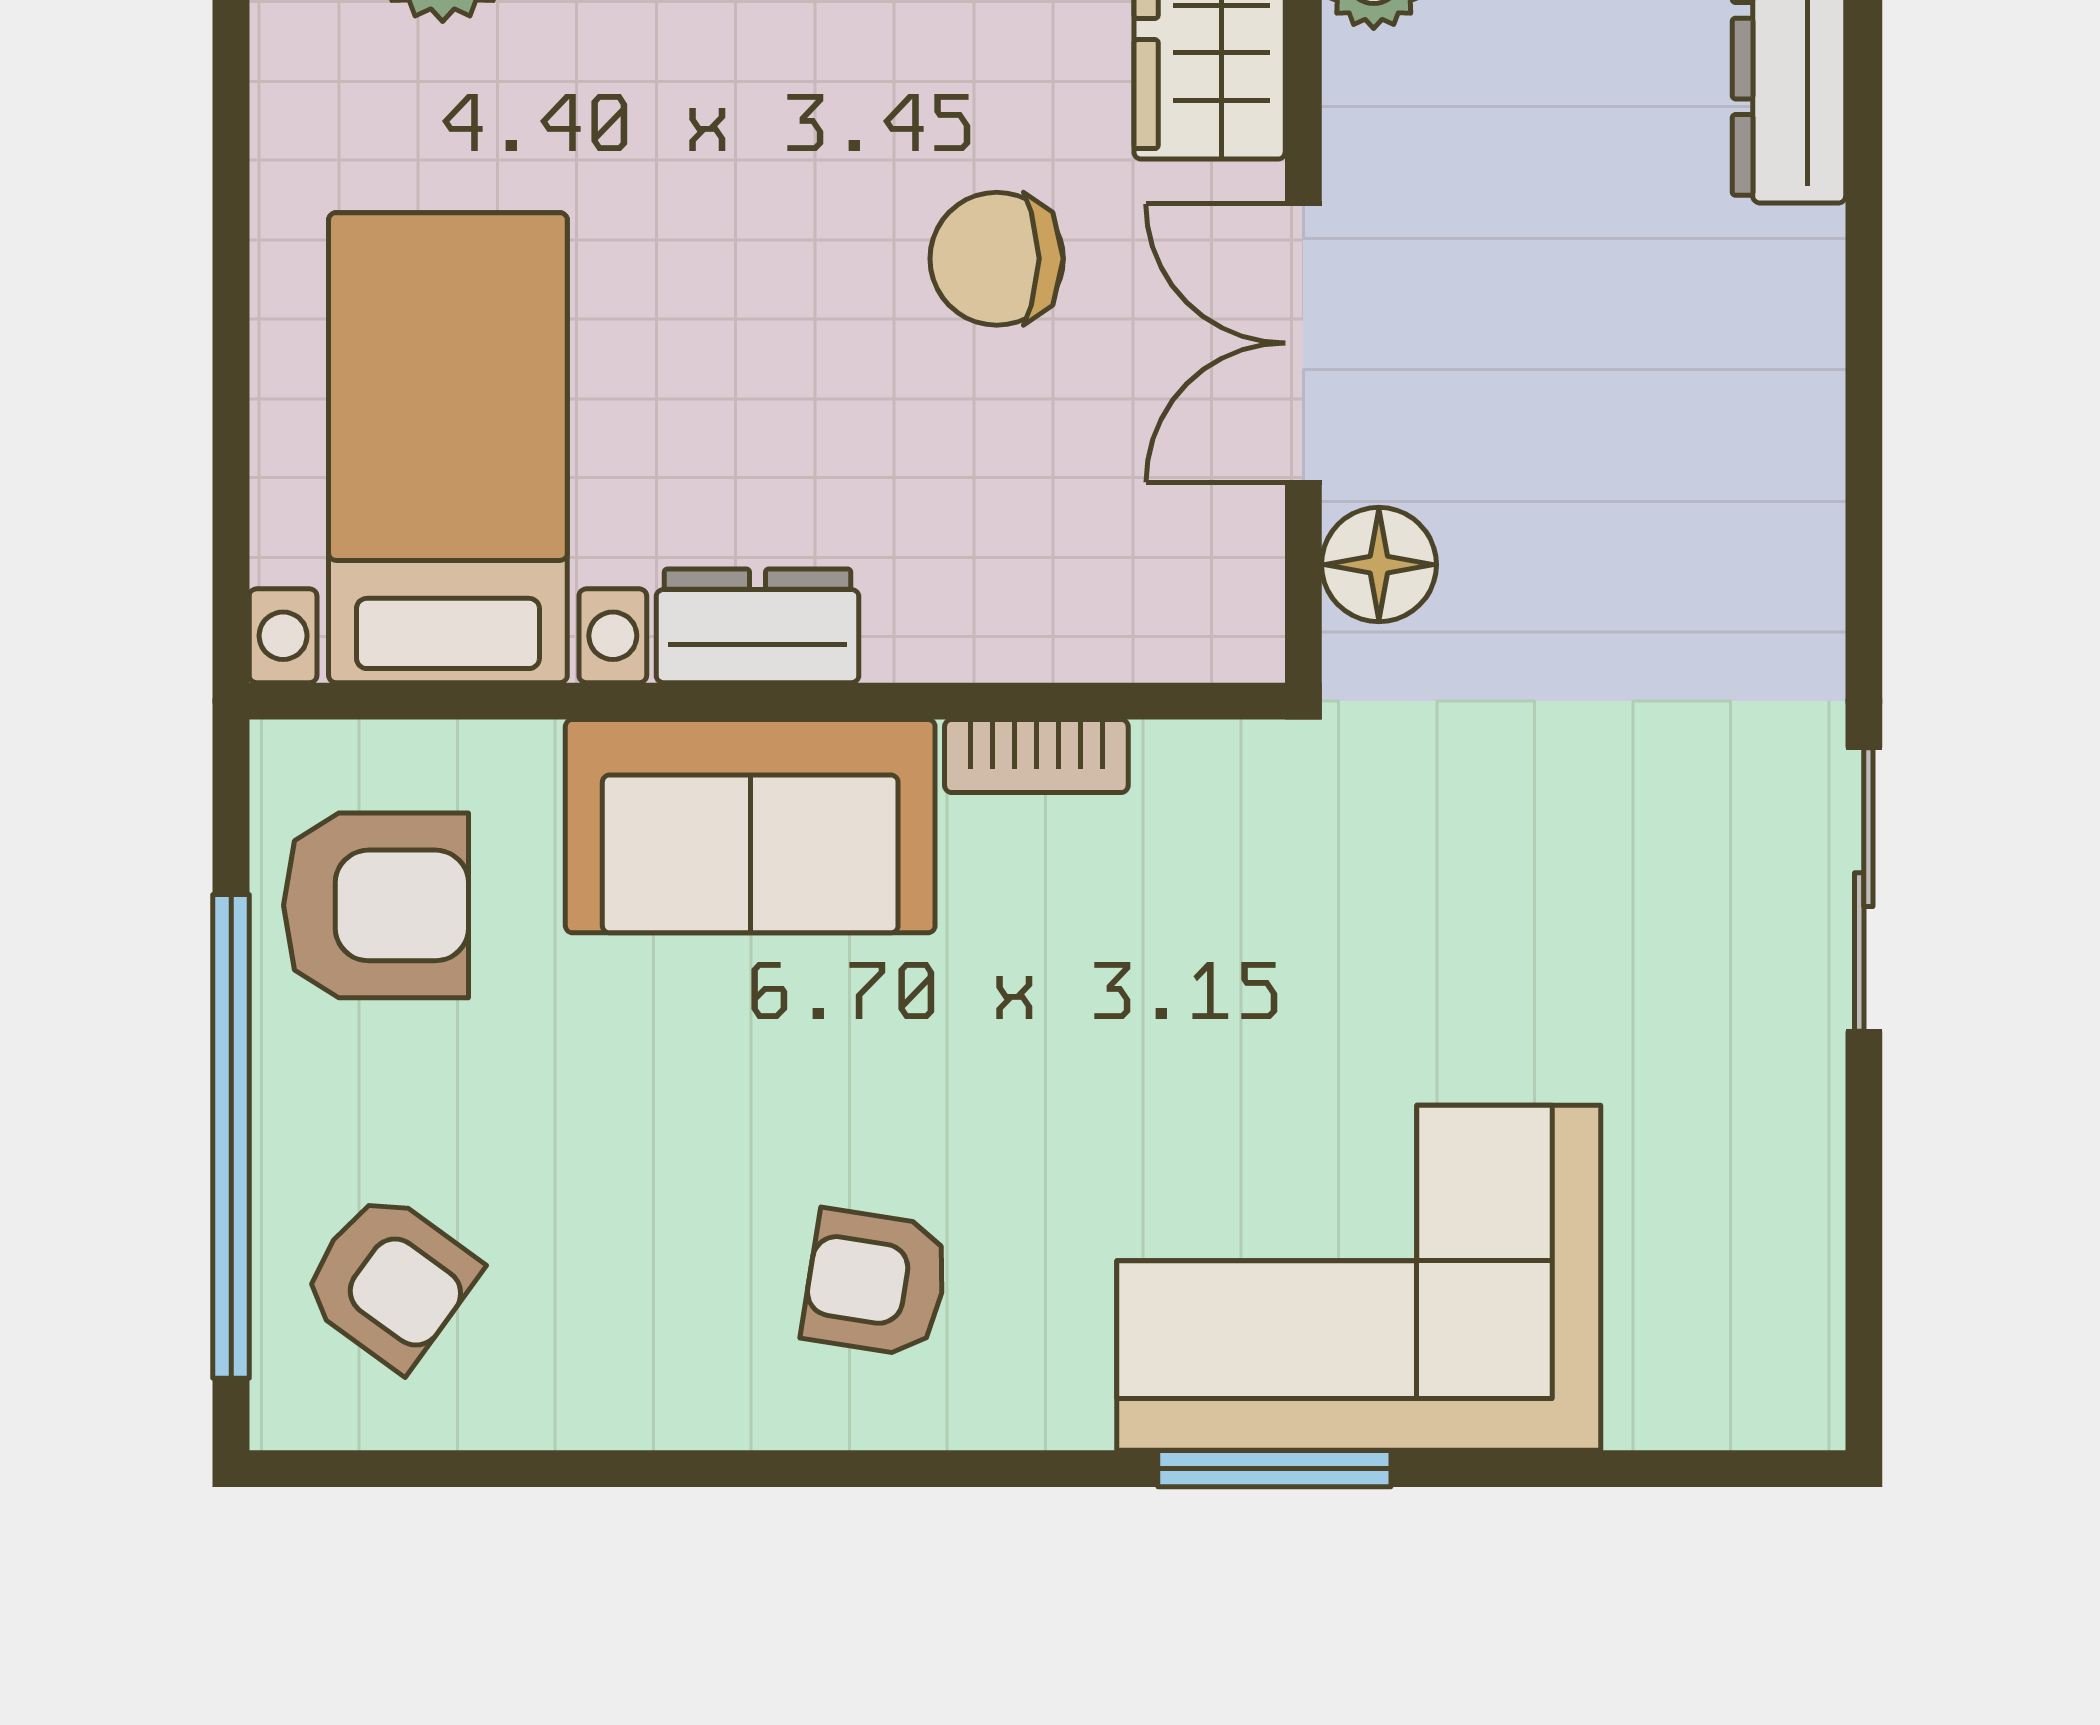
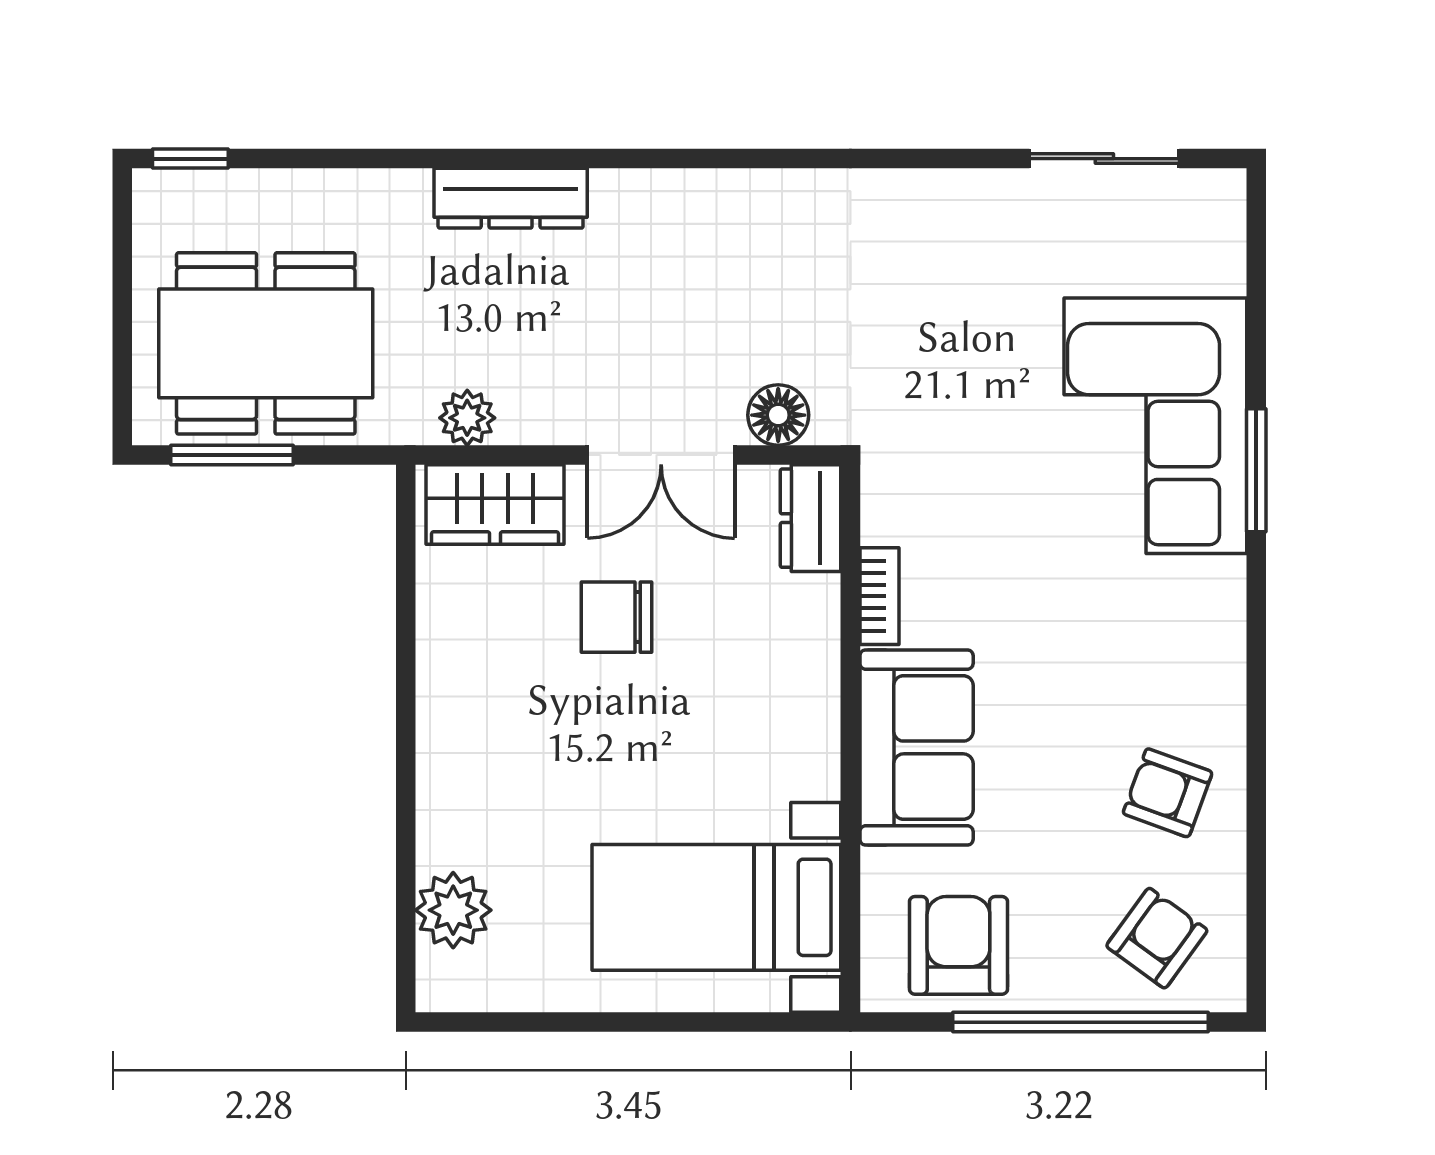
chair: (997, 259) -> (616, 617), turned 90
dresser: (758, 626) -> (811, 518), moved
sliding door: (1864, 890) -> (1104, 159), moved
armchair: (876, 1283) -> (1168, 793), moved, turned 101

